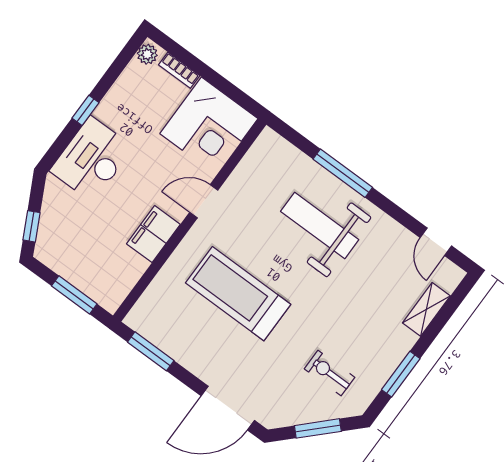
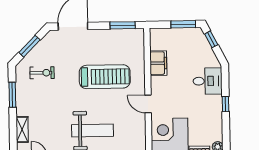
desk: (92, 159) -> (208, 81), width x0.73
door: (204, 201) -> (148, 104), swing flipped
filing cabinet: (153, 234) -> (158, 63), moved
window: (74, 295) -> (183, 24), moved

